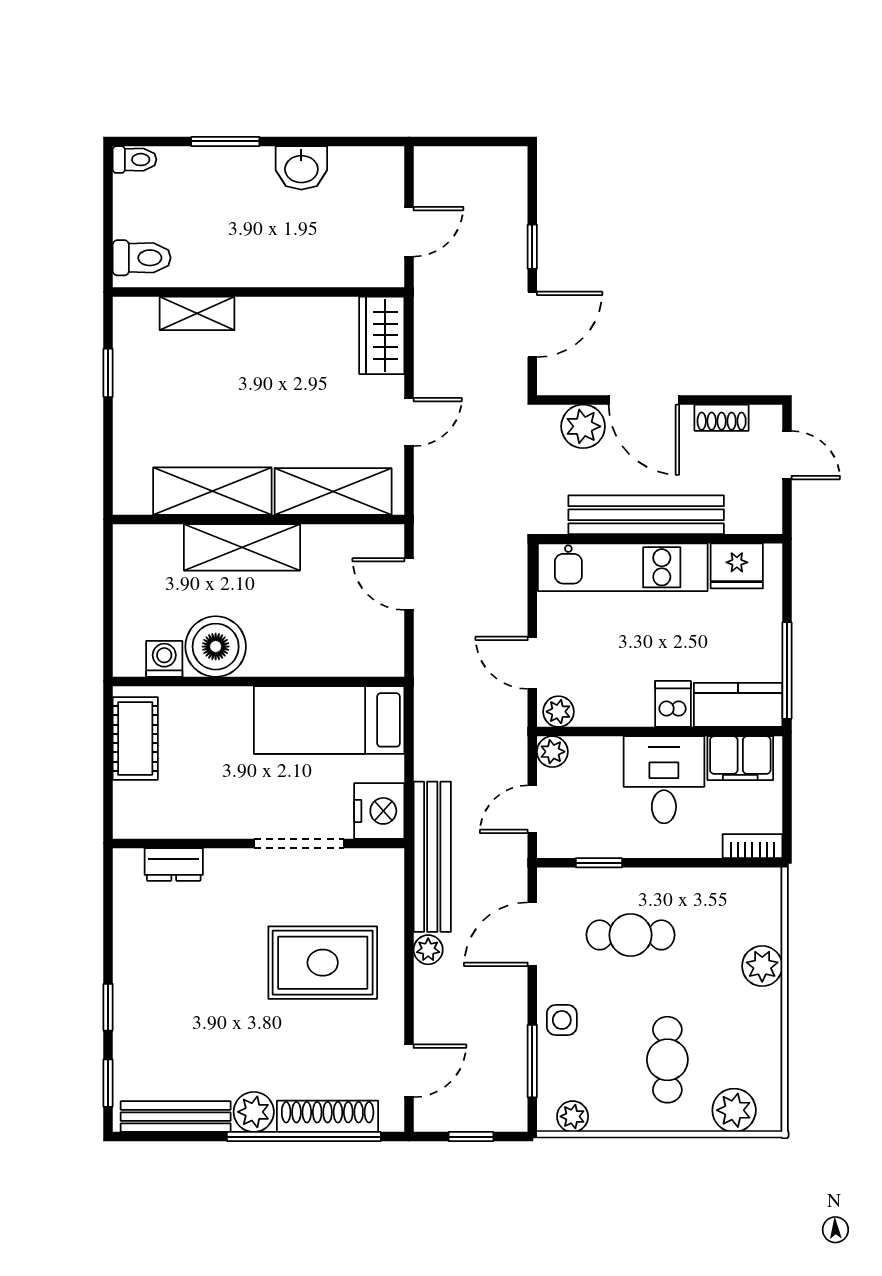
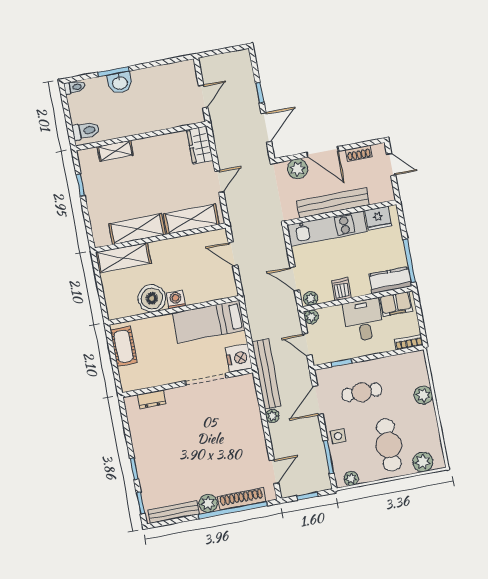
washbasin: (301, 168) -> (120, 83), moved
shelving: (242, 547) -> (123, 258), moved
washing machine: (164, 659) -> (176, 299), moved
dishwasher: (673, 704) -> (341, 289), moved
door: (532, 809) -> (307, 344), hinge flipped
rug: (323, 963) -> (226, 431), removed
cafe table: (667, 1060) -> (389, 445), width x1.37, depth x1.35

